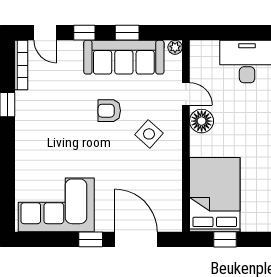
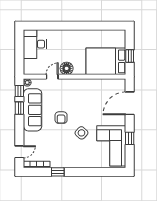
window: (84, 33) -> (19, 91), moved
side table: (149, 134) -> (81, 133), moved
window: (91, 239) -> (130, 138), moved

